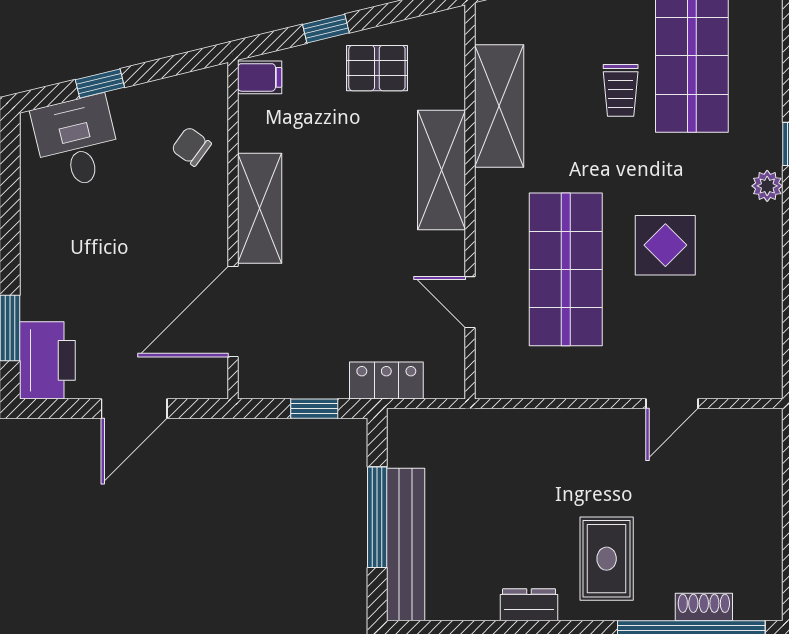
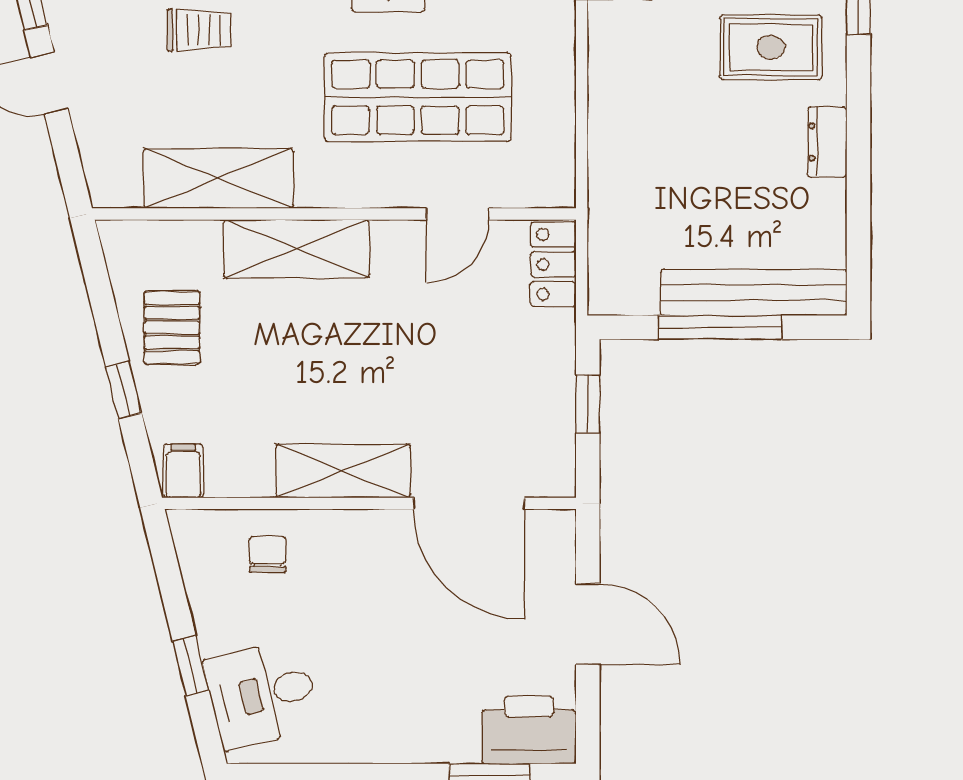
chair: (191, 146) -> (268, 554), turned 144
locker: (386, 380) -> (553, 264), moved

